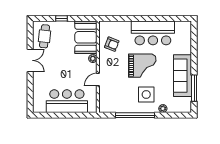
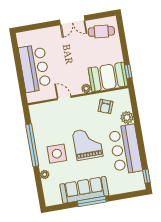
window: (62, 18) -> (128, 71), moved
window: (180, 18) -> (146, 176), added
plant: (125, 27) -> (127, 118), added
grand piano: (142, 66) -> (88, 144), turned 180
window: (194, 88) -> (92, 201), moved

